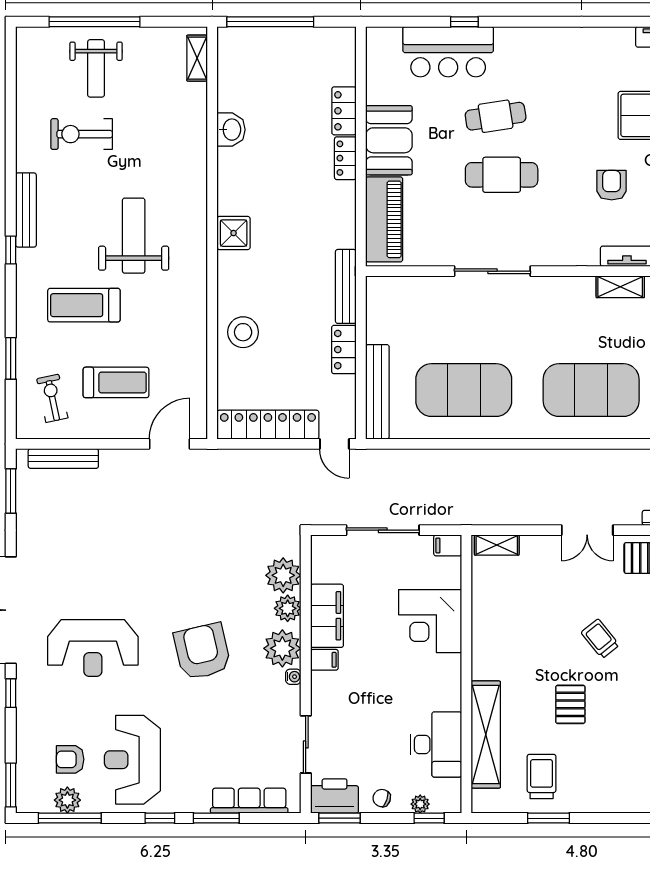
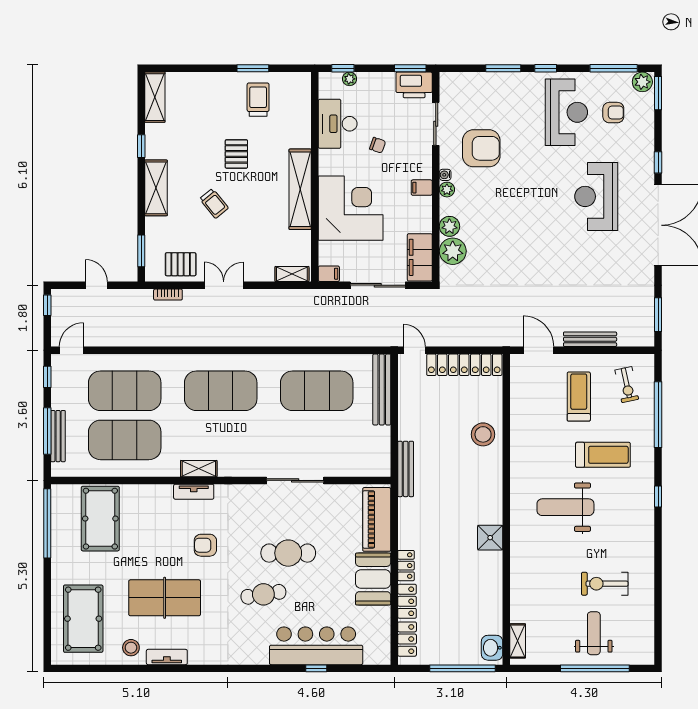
bar counter: (448, 52) -> (316, 646), width x1.36
cafe table: (496, 116) -> (263, 594), moved
washbasin: (231, 130) -> (492, 648), moved
exercise bike: (82, 134) -> (605, 584), turned 180
armchair: (612, 185) -> (205, 545), turned 90
bench: (26, 210) -> (647, 527), removed
shower: (234, 233) -> (490, 538), moved
weight bench: (134, 236) -> (565, 507), turned 90
locker: (344, 350) -> (407, 639), moved
window: (11, 358) -> (658, 415), width x2.11
treadmill: (116, 382) -> (579, 397), turned 90
door: (169, 444) -> (538, 350), swing flipped
bench: (63, 458) -> (590, 339), moved
filing cabinet: (327, 616) -> (420, 257), moved
corner desk: (430, 621) -> (351, 208), width x1.36, depth x1.36
reception desk: (93, 648) -> (596, 196), turned -90
plant: (282, 648) -> (447, 190), width x0.53, depth x0.53
armchair: (202, 651) -> (481, 148), moved, turned -77
shelving: (486, 735) -> (300, 189), moved
trolley: (542, 777) -> (258, 100), turned 180
chair: (382, 798) -> (378, 145), moved
plant: (67, 800) -> (642, 82), moved
row of seats: (249, 801) -> (478, 81), removed

